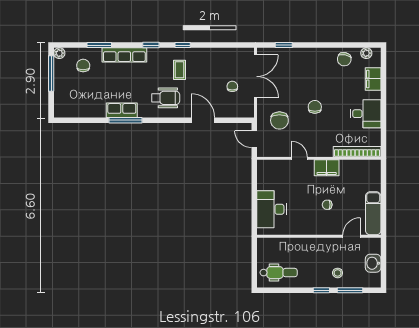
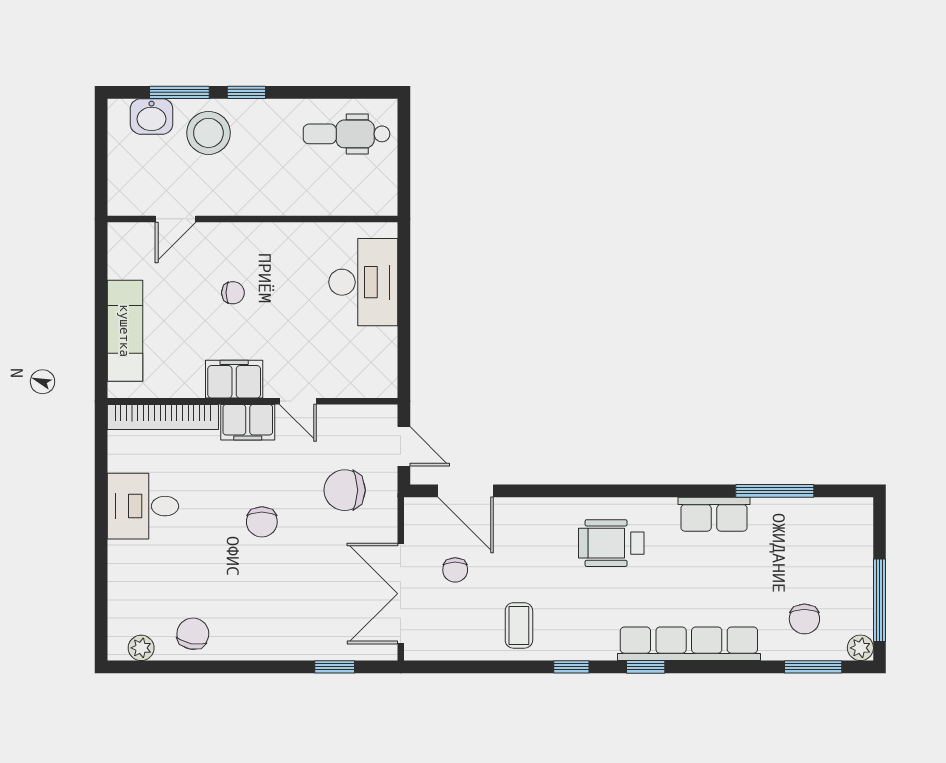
window: (99, 45) -> (813, 667), moved
row of seats: (124, 55) -> (689, 644), width x1.36
coffee table: (179, 70) -> (519, 625), moved
filing cabinet: (373, 79) -> (248, 422), moved, turned 90
window: (125, 120) -> (775, 491), moved
door: (203, 120) -> (466, 491), moved
chair: (279, 120) -> (345, 490), turned -90
exam couch: (373, 213) -> (125, 331), moved
washbasin: (373, 263) -> (152, 116), moved, turned 90
stool: (338, 273) -> (208, 133), width x1.89, depth x1.89

